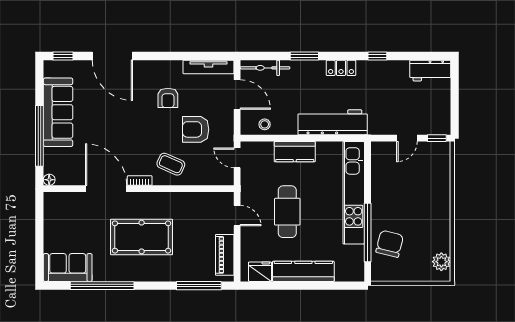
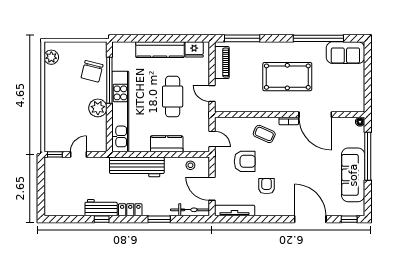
workbench: (430, 71) -> (101, 208), moved
plant: (382, 197) -> (98, 108), added

